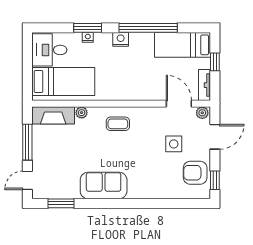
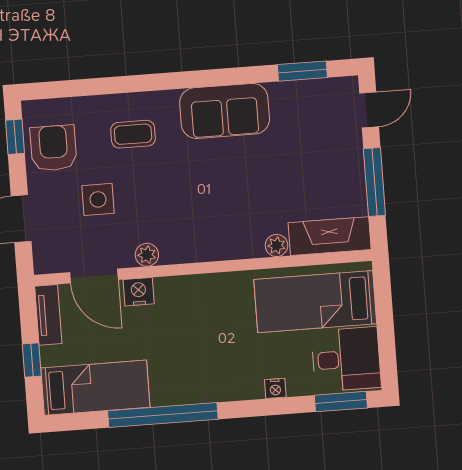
window: (88, 28) -> (341, 402), moved
nightstand: (121, 39) -> (139, 292), moved, turned 180
plant: (202, 113) -> (147, 255), moved
coffee table: (118, 124) -> (133, 134), moved
armchair: (195, 173) -> (53, 148), turned -90

